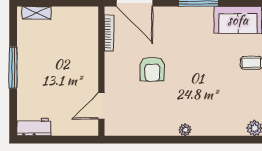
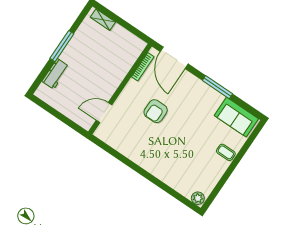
workbench: (34, 127) -> (55, 74), moved, turned 90
plant: (185, 130) -> (150, 167), removed

